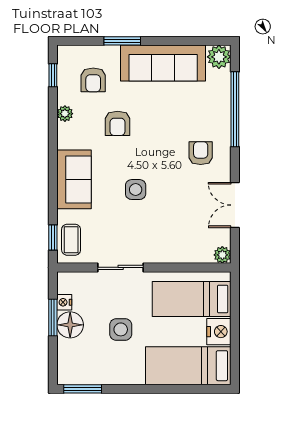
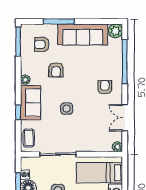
window: (122, 41) -> (59, 22), width x1.44
window: (53, 75) -> (18, 42), width x2.17
armchair: (93, 80) -> (42, 44), turned 90
plant: (65, 114) -> (25, 80), moved
window: (53, 237) -> (18, 112), moved
sliding door: (121, 267) -> (58, 154), width x1.37

